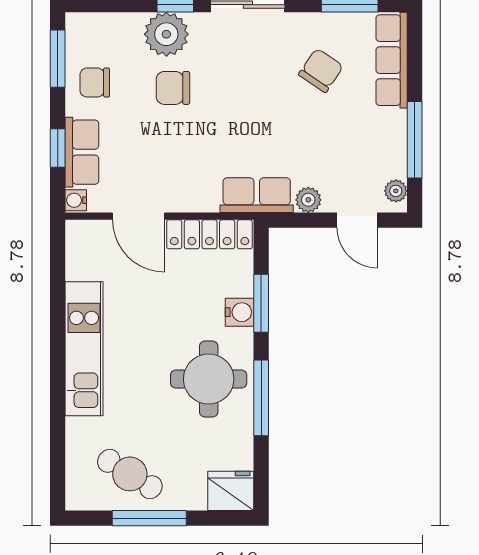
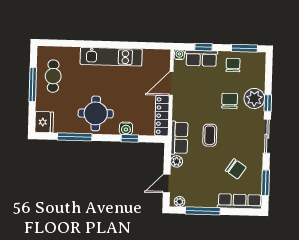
coffee table: (249, 129) -> (210, 135), added
window: (261, 303) -> (130, 138), width x0.67
window: (261, 398) -> (75, 137), moved
cafe table: (130, 474) -> (53, 76), turned -32

